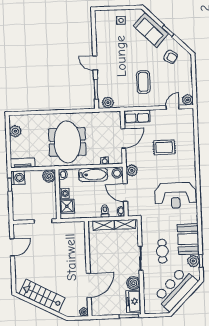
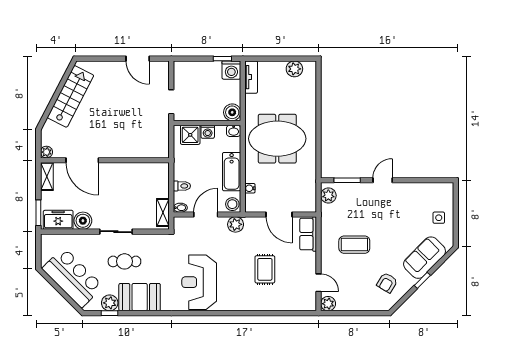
shelving: (103, 225) -> (47, 176), moved

